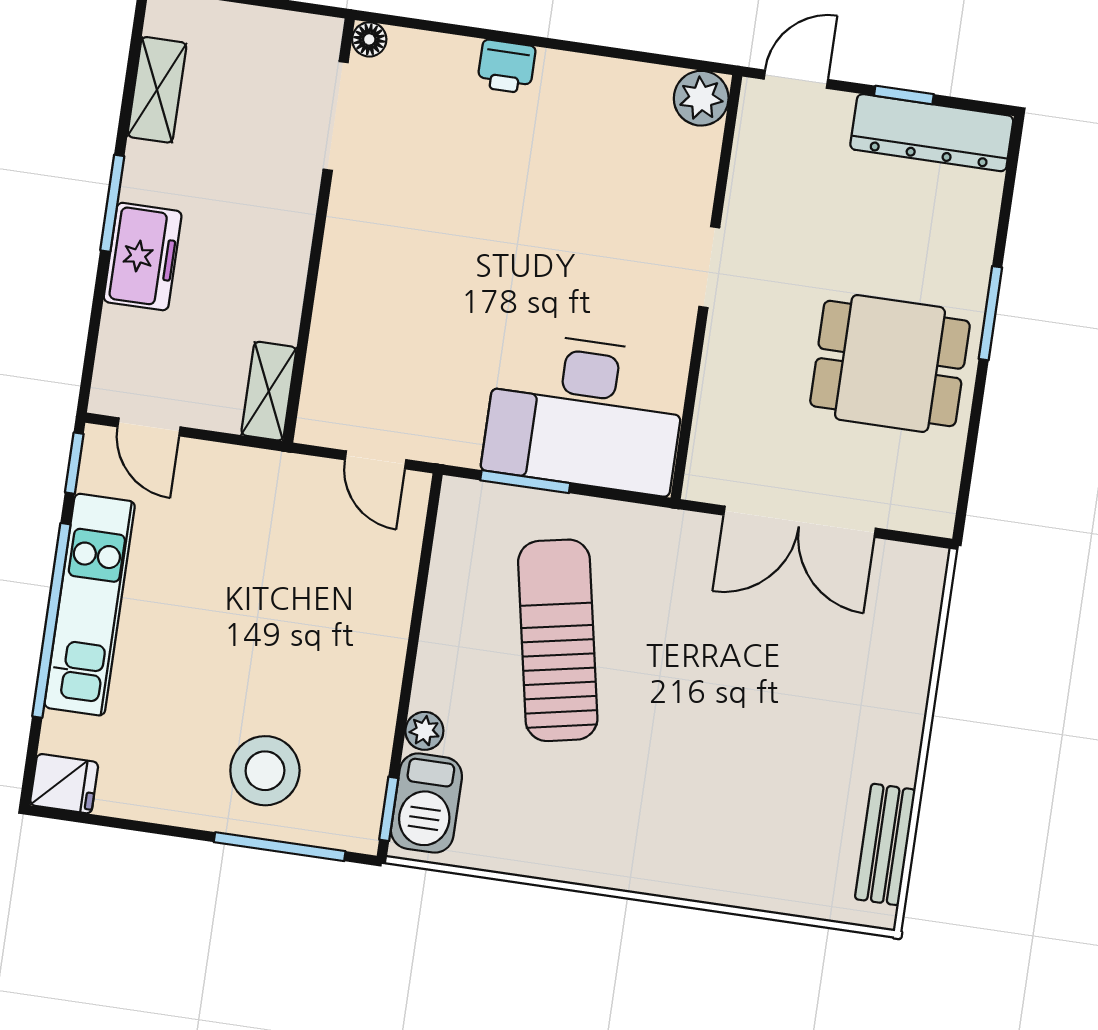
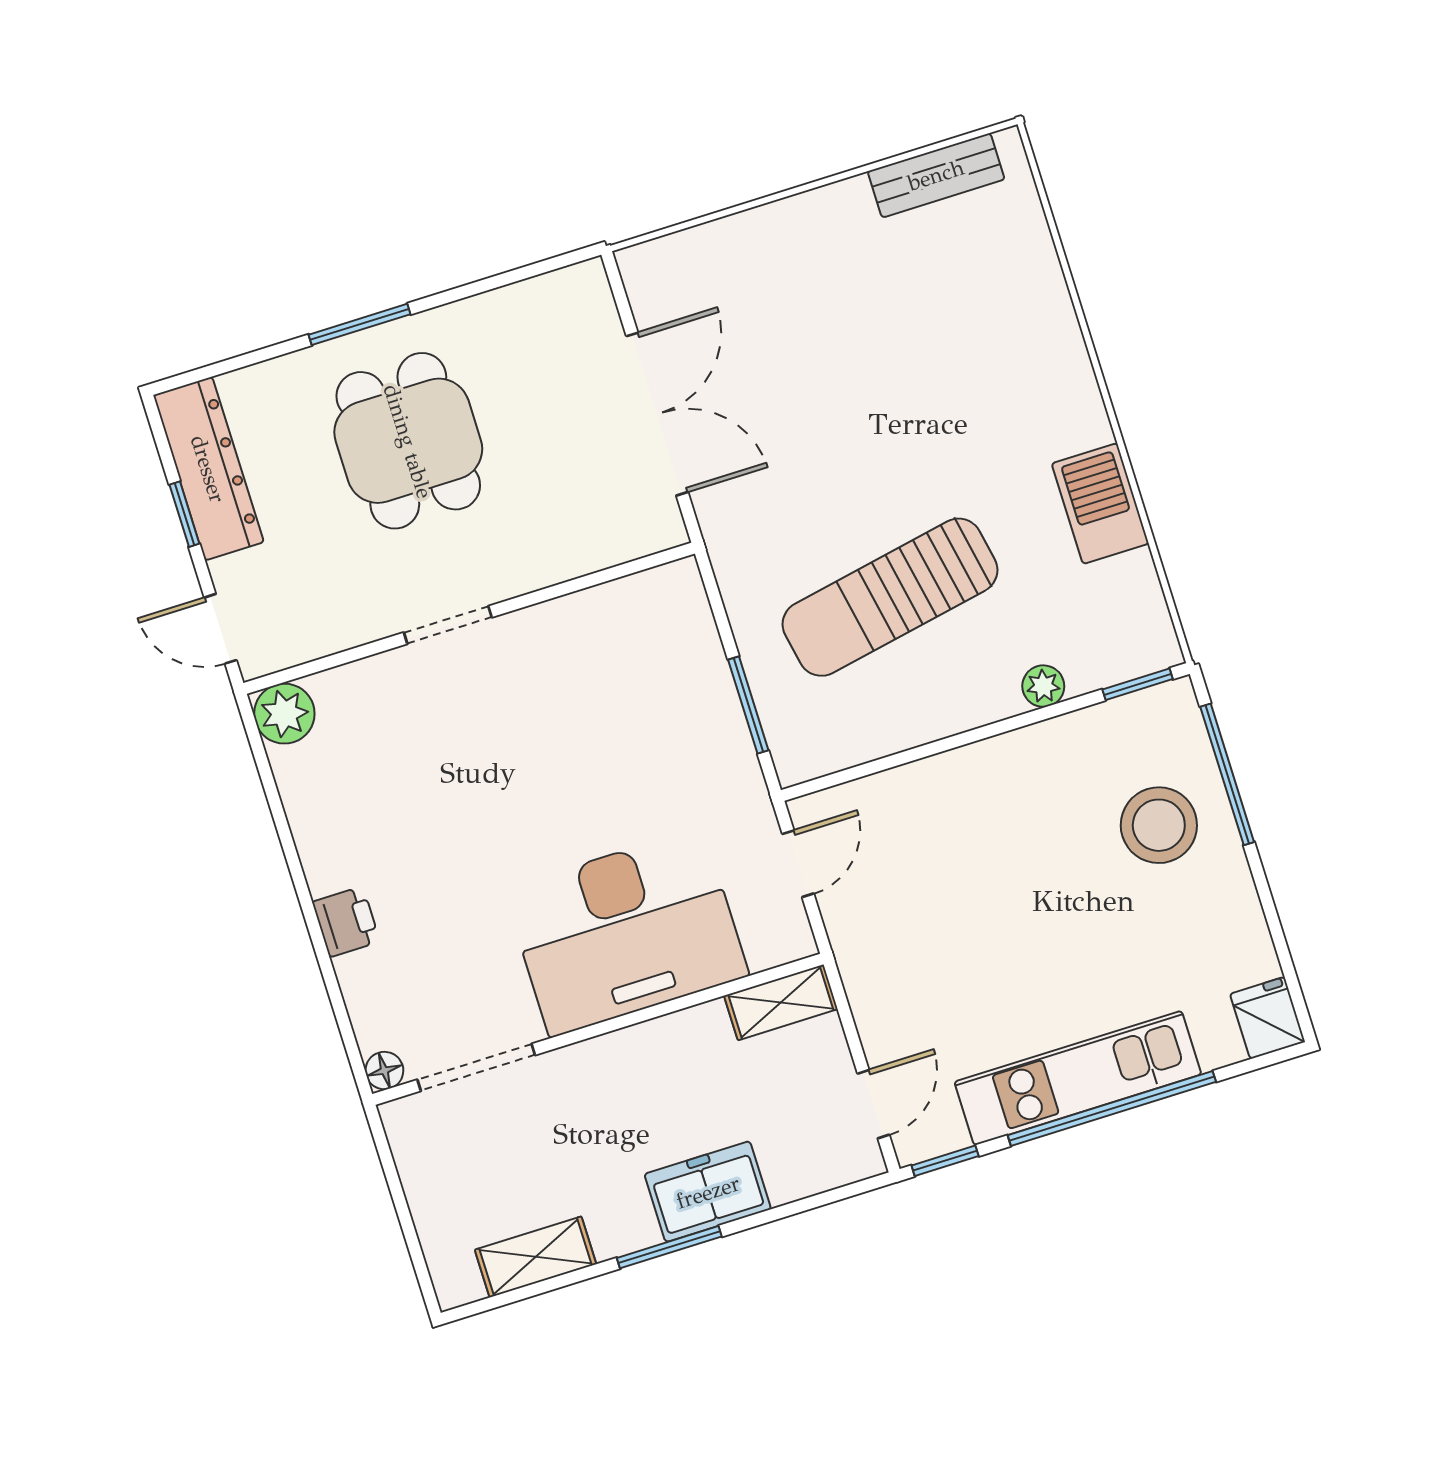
dining table: (890, 363) -> (408, 441), moved
desk: (585, 413) -> (626, 932), moved, turned 90
barbecue: (426, 803) -> (1100, 504), moved, turned -90

